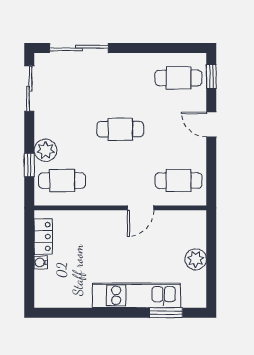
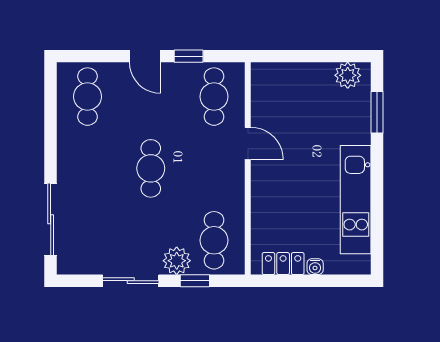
window: (211, 76) -> (189, 56), moved
sliding door: (29, 89) -> (131, 281), moved
door: (211, 125) -> (145, 56), hinge flipped
plant: (196, 259) -> (348, 75), moved
kitchen unit: (136, 295) -> (356, 200), moved

